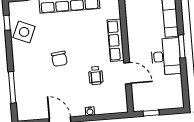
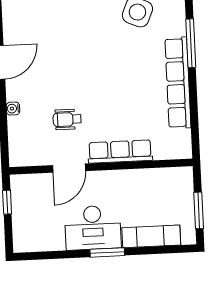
chair: (59, 59) -> (95, 65), removed

